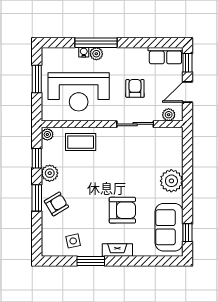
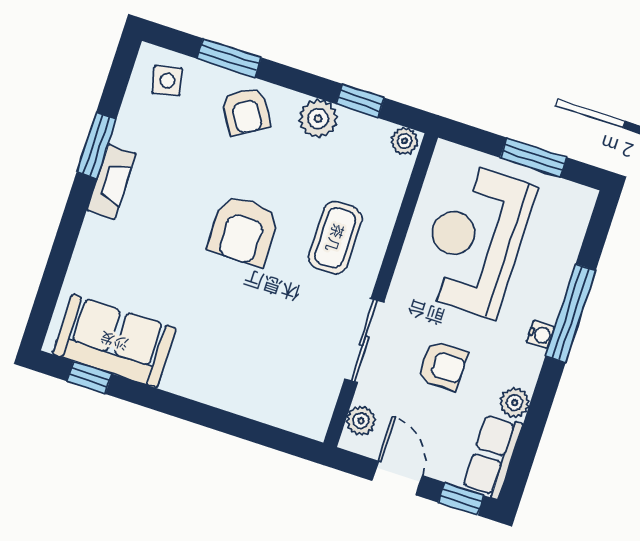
water cooler: (84, 52) -> (541, 335), moved
plant: (96, 54) -> (515, 403), moved
coffee table: (81, 142) -> (335, 238), moved
plant: (171, 181) -> (214, 380), removed
window: (37, 198) -> (229, 58), moved
armchair: (122, 210) -> (244, 231), moved
side table: (73, 241) -> (167, 81), moved
fireplace: (117, 250) -> (111, 182), moved

